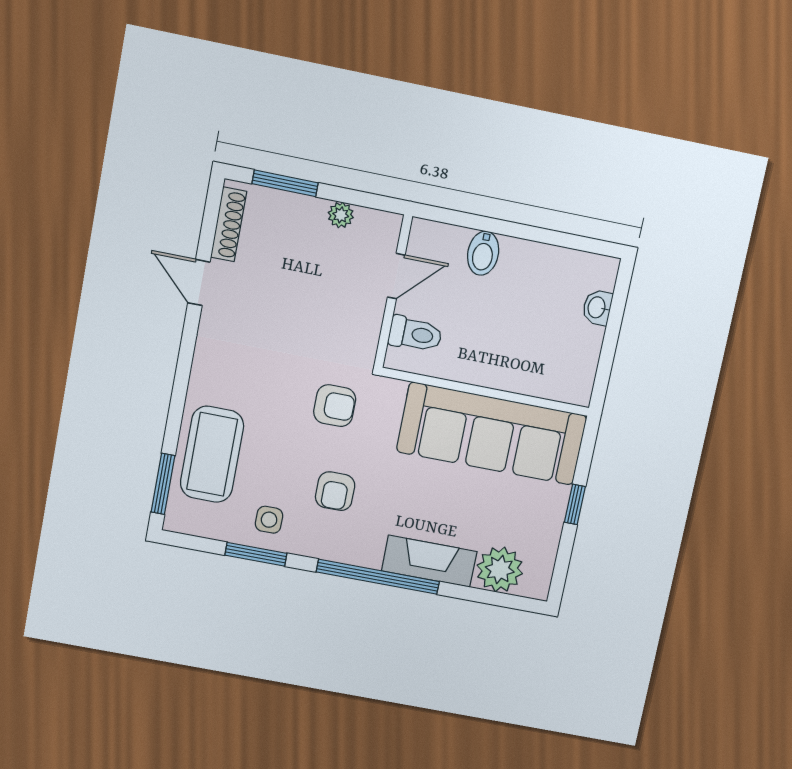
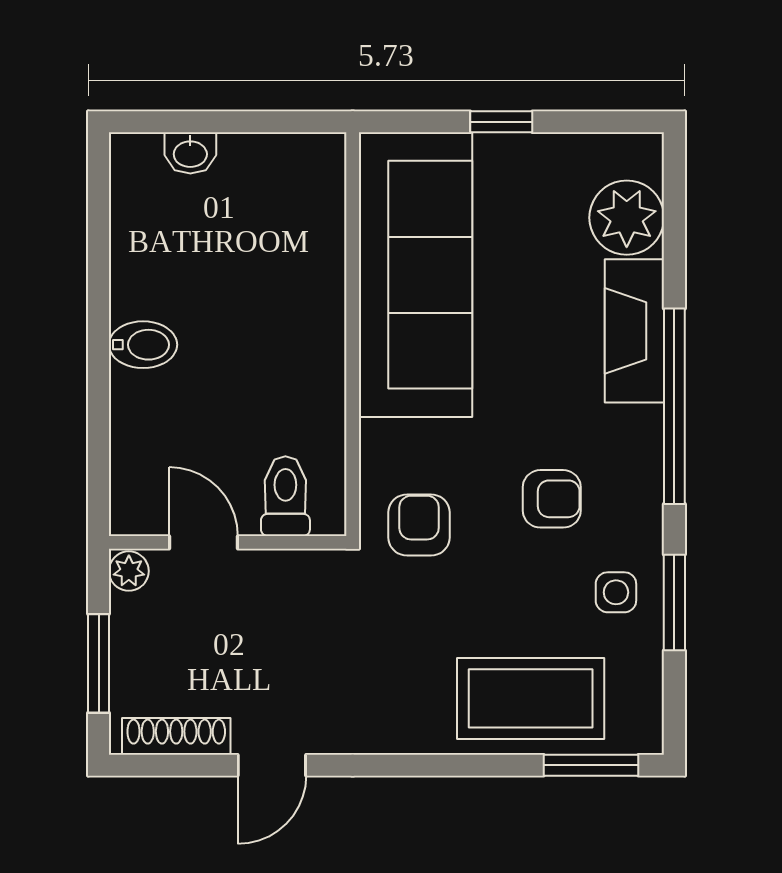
door: (396, 276) -> (203, 542), moved
wall: (393, 292) -> (228, 542), moved
toilet: (415, 334) -> (285, 496), moved

